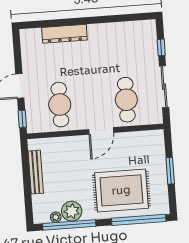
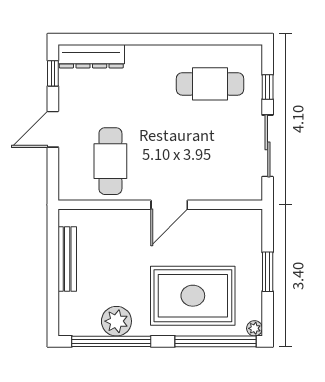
dresser: (64, 34) -> (91, 56), moved
cafe table: (126, 100) -> (210, 84), moved, turned 90
window: (22, 119) -> (53, 73), moved
plant: (56, 217) -> (255, 328), moved

